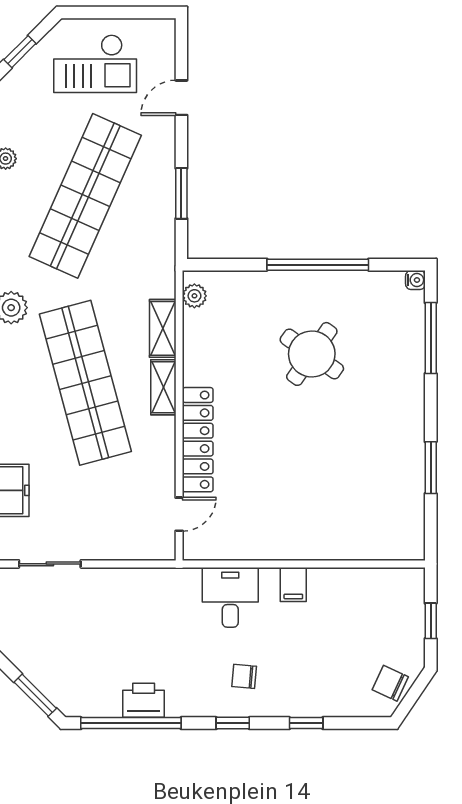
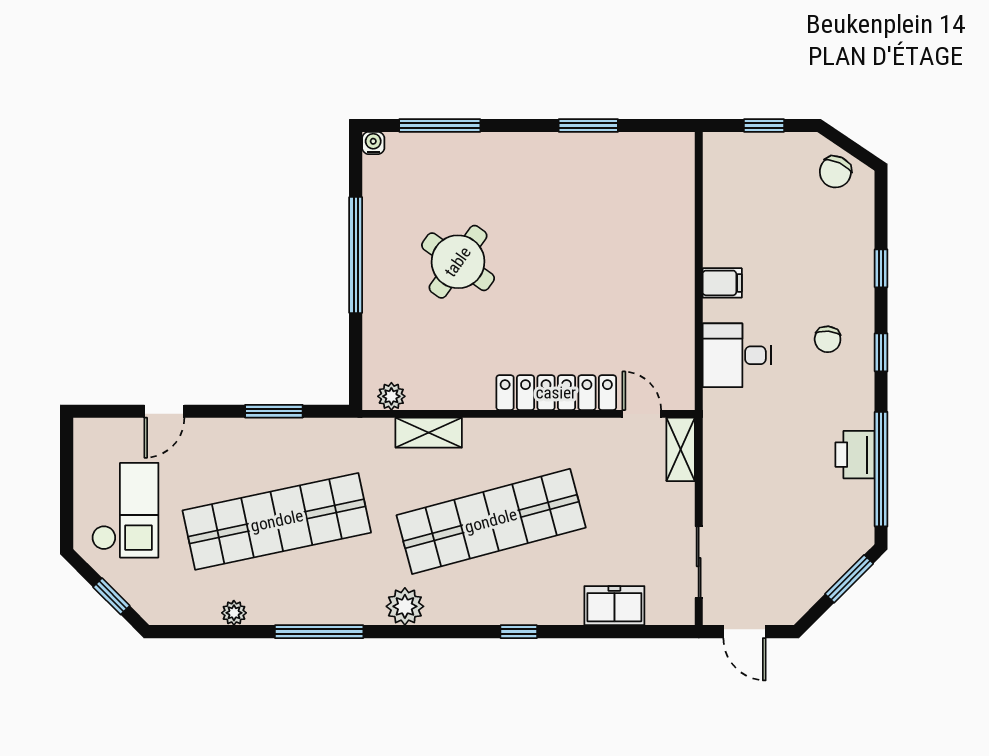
door: (181, 98) -> (164, 411), hinge flipped
shop shelf: (85, 196) -> (277, 521), turned -36
shelving: (163, 387) -> (681, 449), moved, turned 90

